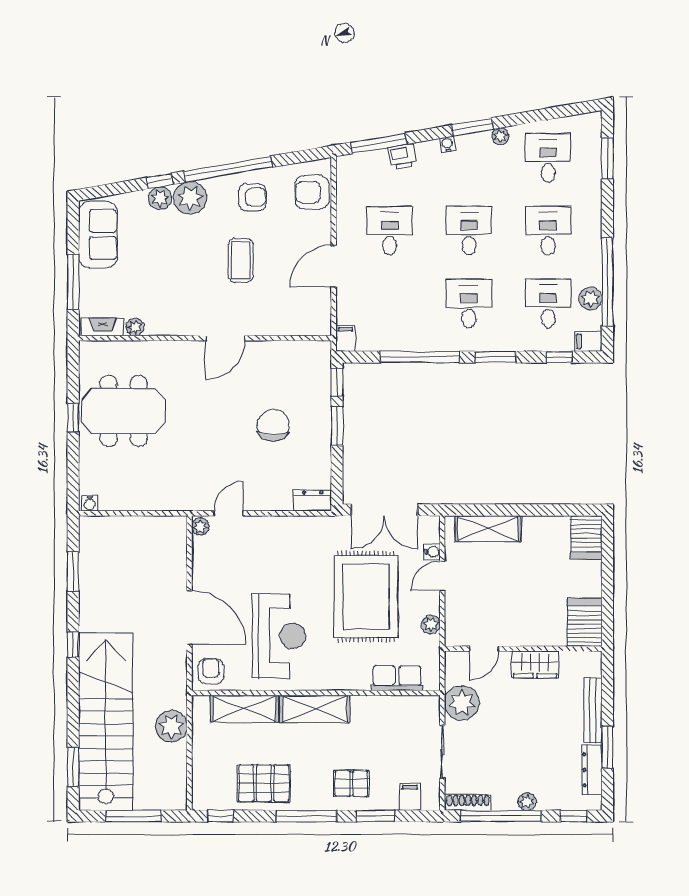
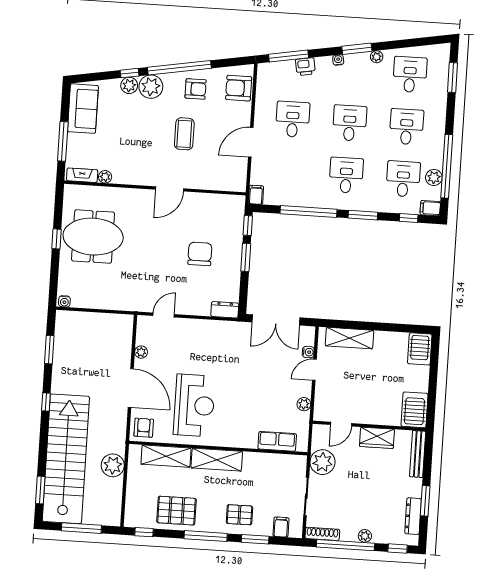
plant: (200, 527) -> (141, 352), moved
rug: (366, 597) -> (259, 381), removed
bench: (593, 710) -> (418, 454), moved

